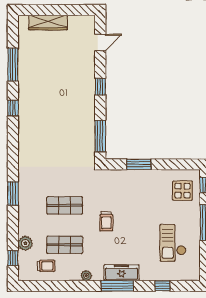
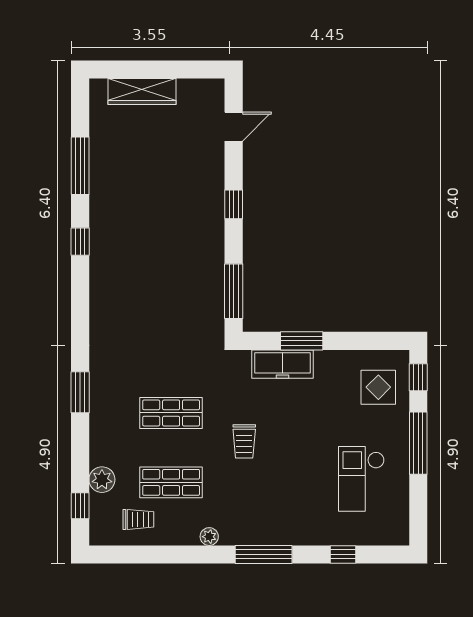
freezer: (121, 273) -> (283, 364), moved, turned 180

